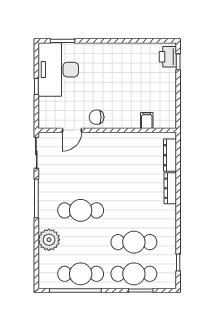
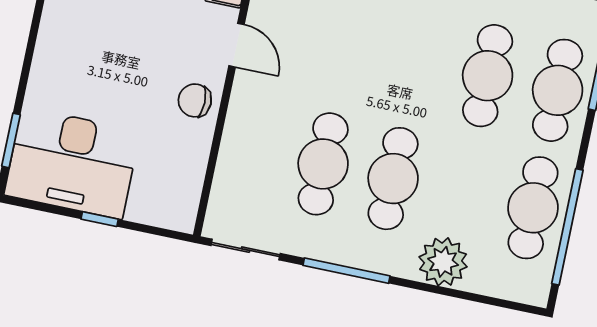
chair: (97, 117) -> (195, 100), turned 90
door: (72, 130) -> (237, 45), moved
cafe table: (81, 179) -> (323, 164), added

